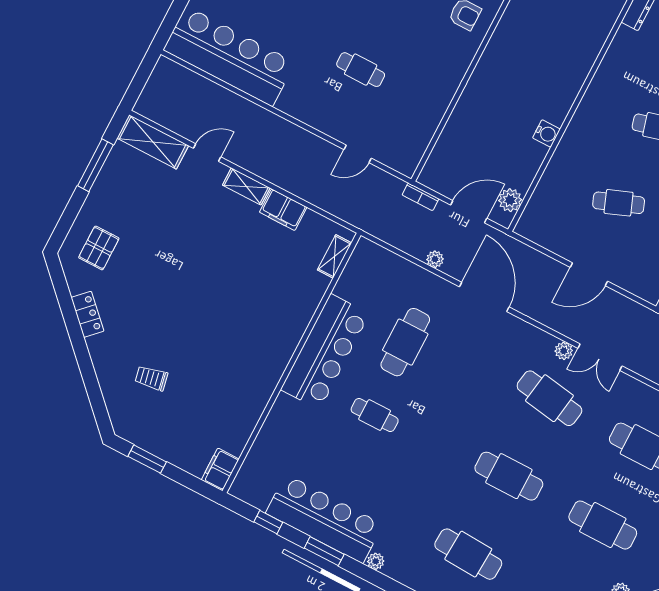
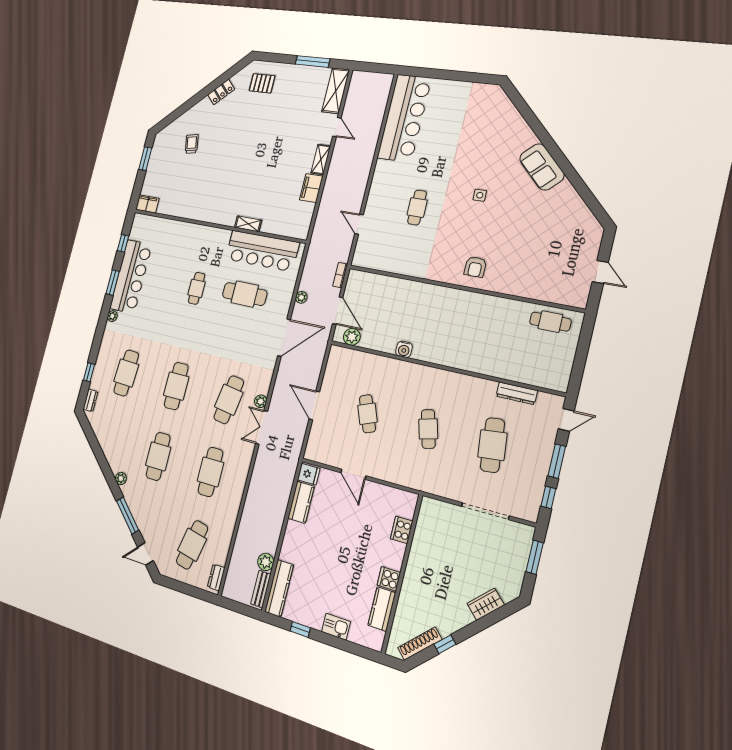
shelving: (334, 256) -> (248, 224), moved
bar counter: (325, 352) -> (262, 251), moved

